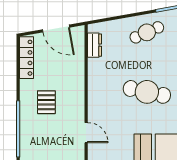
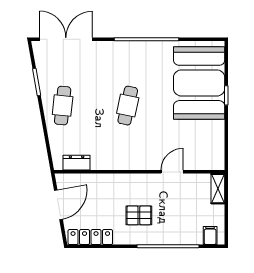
cafe table: (147, 32) -> (63, 106), turned 30
cafe table: (147, 92) -> (128, 106), width x0.73, depth x0.74

